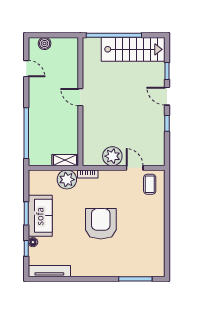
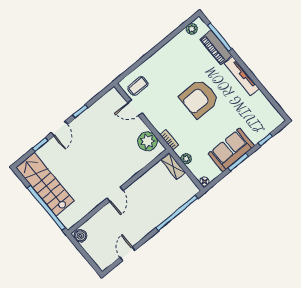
boiler: (45, 44) -> (80, 236), moved
plant: (112, 156) -> (147, 141), moved
door: (135, 168) -> (135, 108), hinge flipped
plant: (67, 180) -> (186, 159), width x0.53, depth x0.53
floor lamp: (33, 242) -> (204, 182), moved
plant: (159, 263) -> (192, 29), added
piano: (130, 269) -> (216, 47), added
tv unit: (49, 271) -> (242, 76), moved

